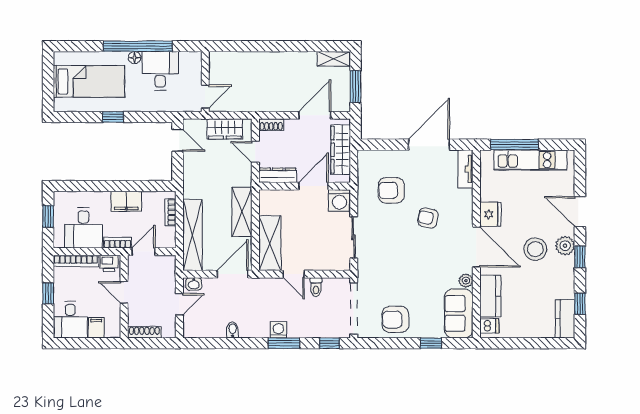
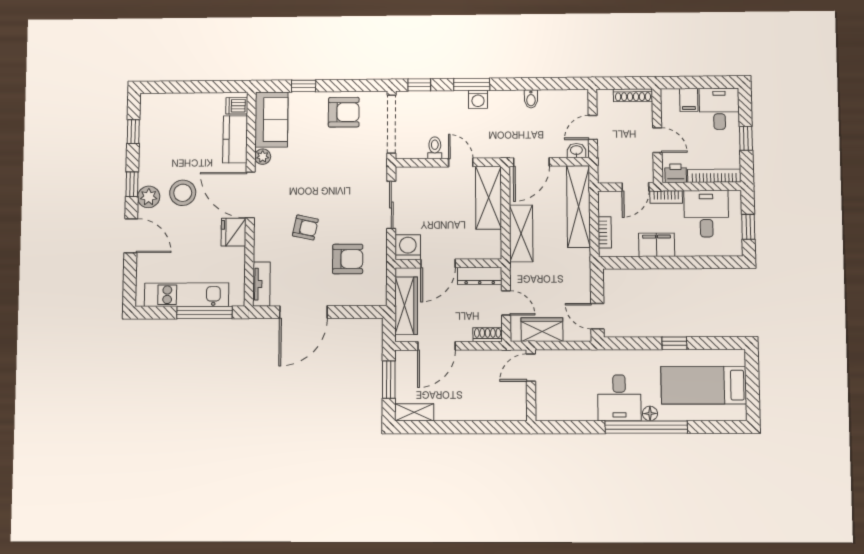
wall: (205, 82) -> (531, 385), moved
door: (205, 97) -> (531, 368), moved
kitchen counter: (565, 319) -> (151, 115), removed

